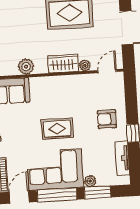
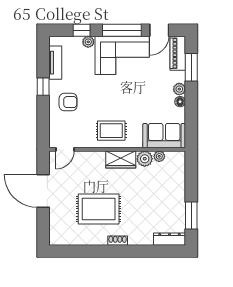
wardrobe: (63, 64) -> (121, 159), moved
plant: (85, 65) -> (159, 156), moved
rug: (57, 129) -> (111, 131), moved
window: (98, 192) -> (82, 30), width x0.67

